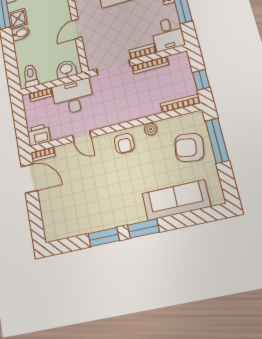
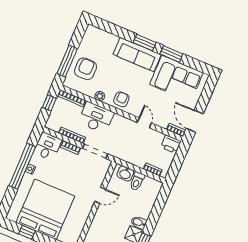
toilet: (31, 76) -> (137, 181), moved
desk: (73, 97) -> (96, 118), moved, turned 180
armchair: (189, 148) -> (85, 69), turned -99
sofa: (176, 200) -> (137, 55), moved
corner sofa: (79, 212) -> (176, 79), added

